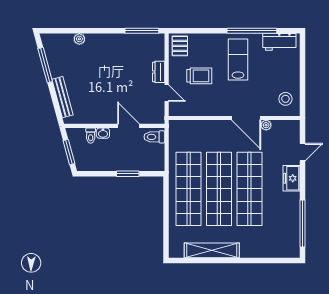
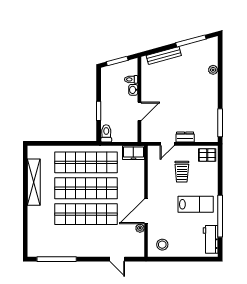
toilet: (154, 137) -> (106, 133), moved
freezer: (292, 178) -> (133, 153), moved, turned 180

